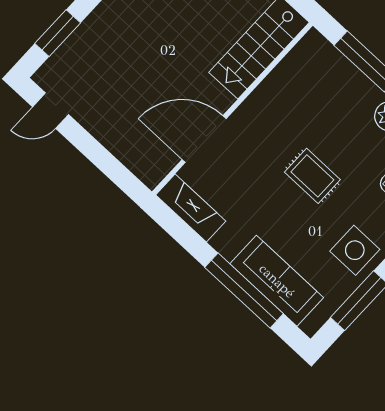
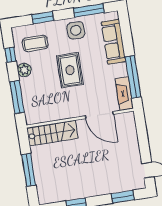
rug: (312, 176) -> (70, 70), width x1.36, depth x1.43
window: (244, 291) -> (133, 77), moved

